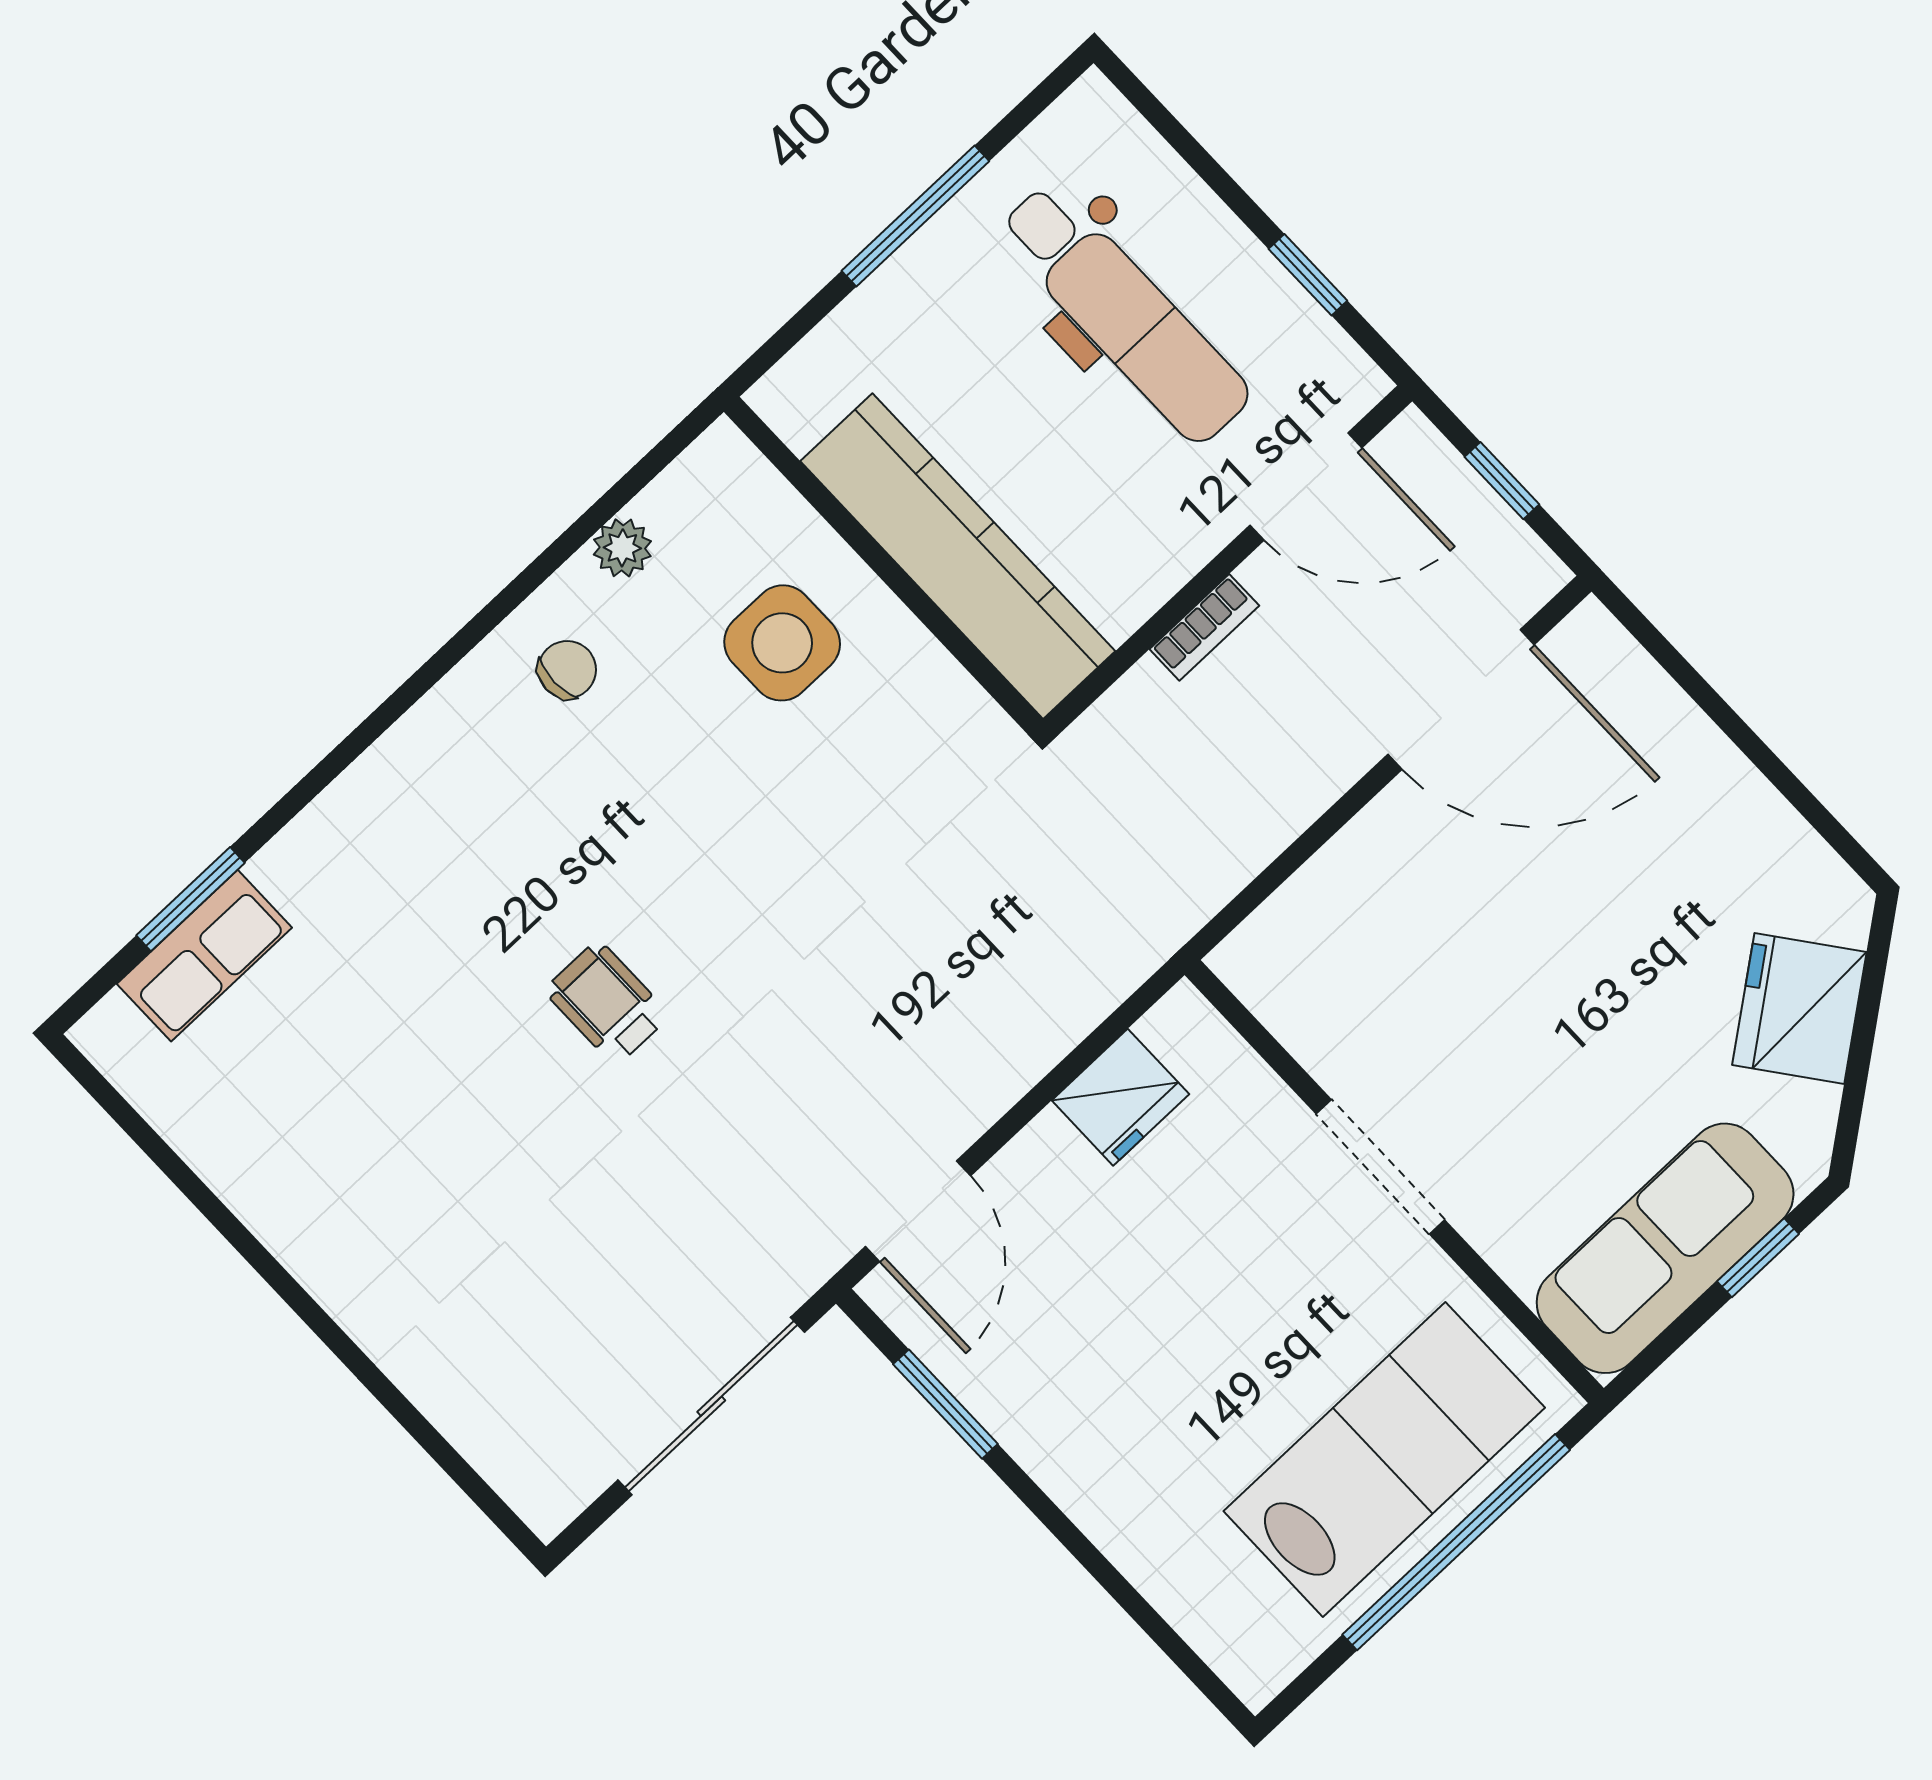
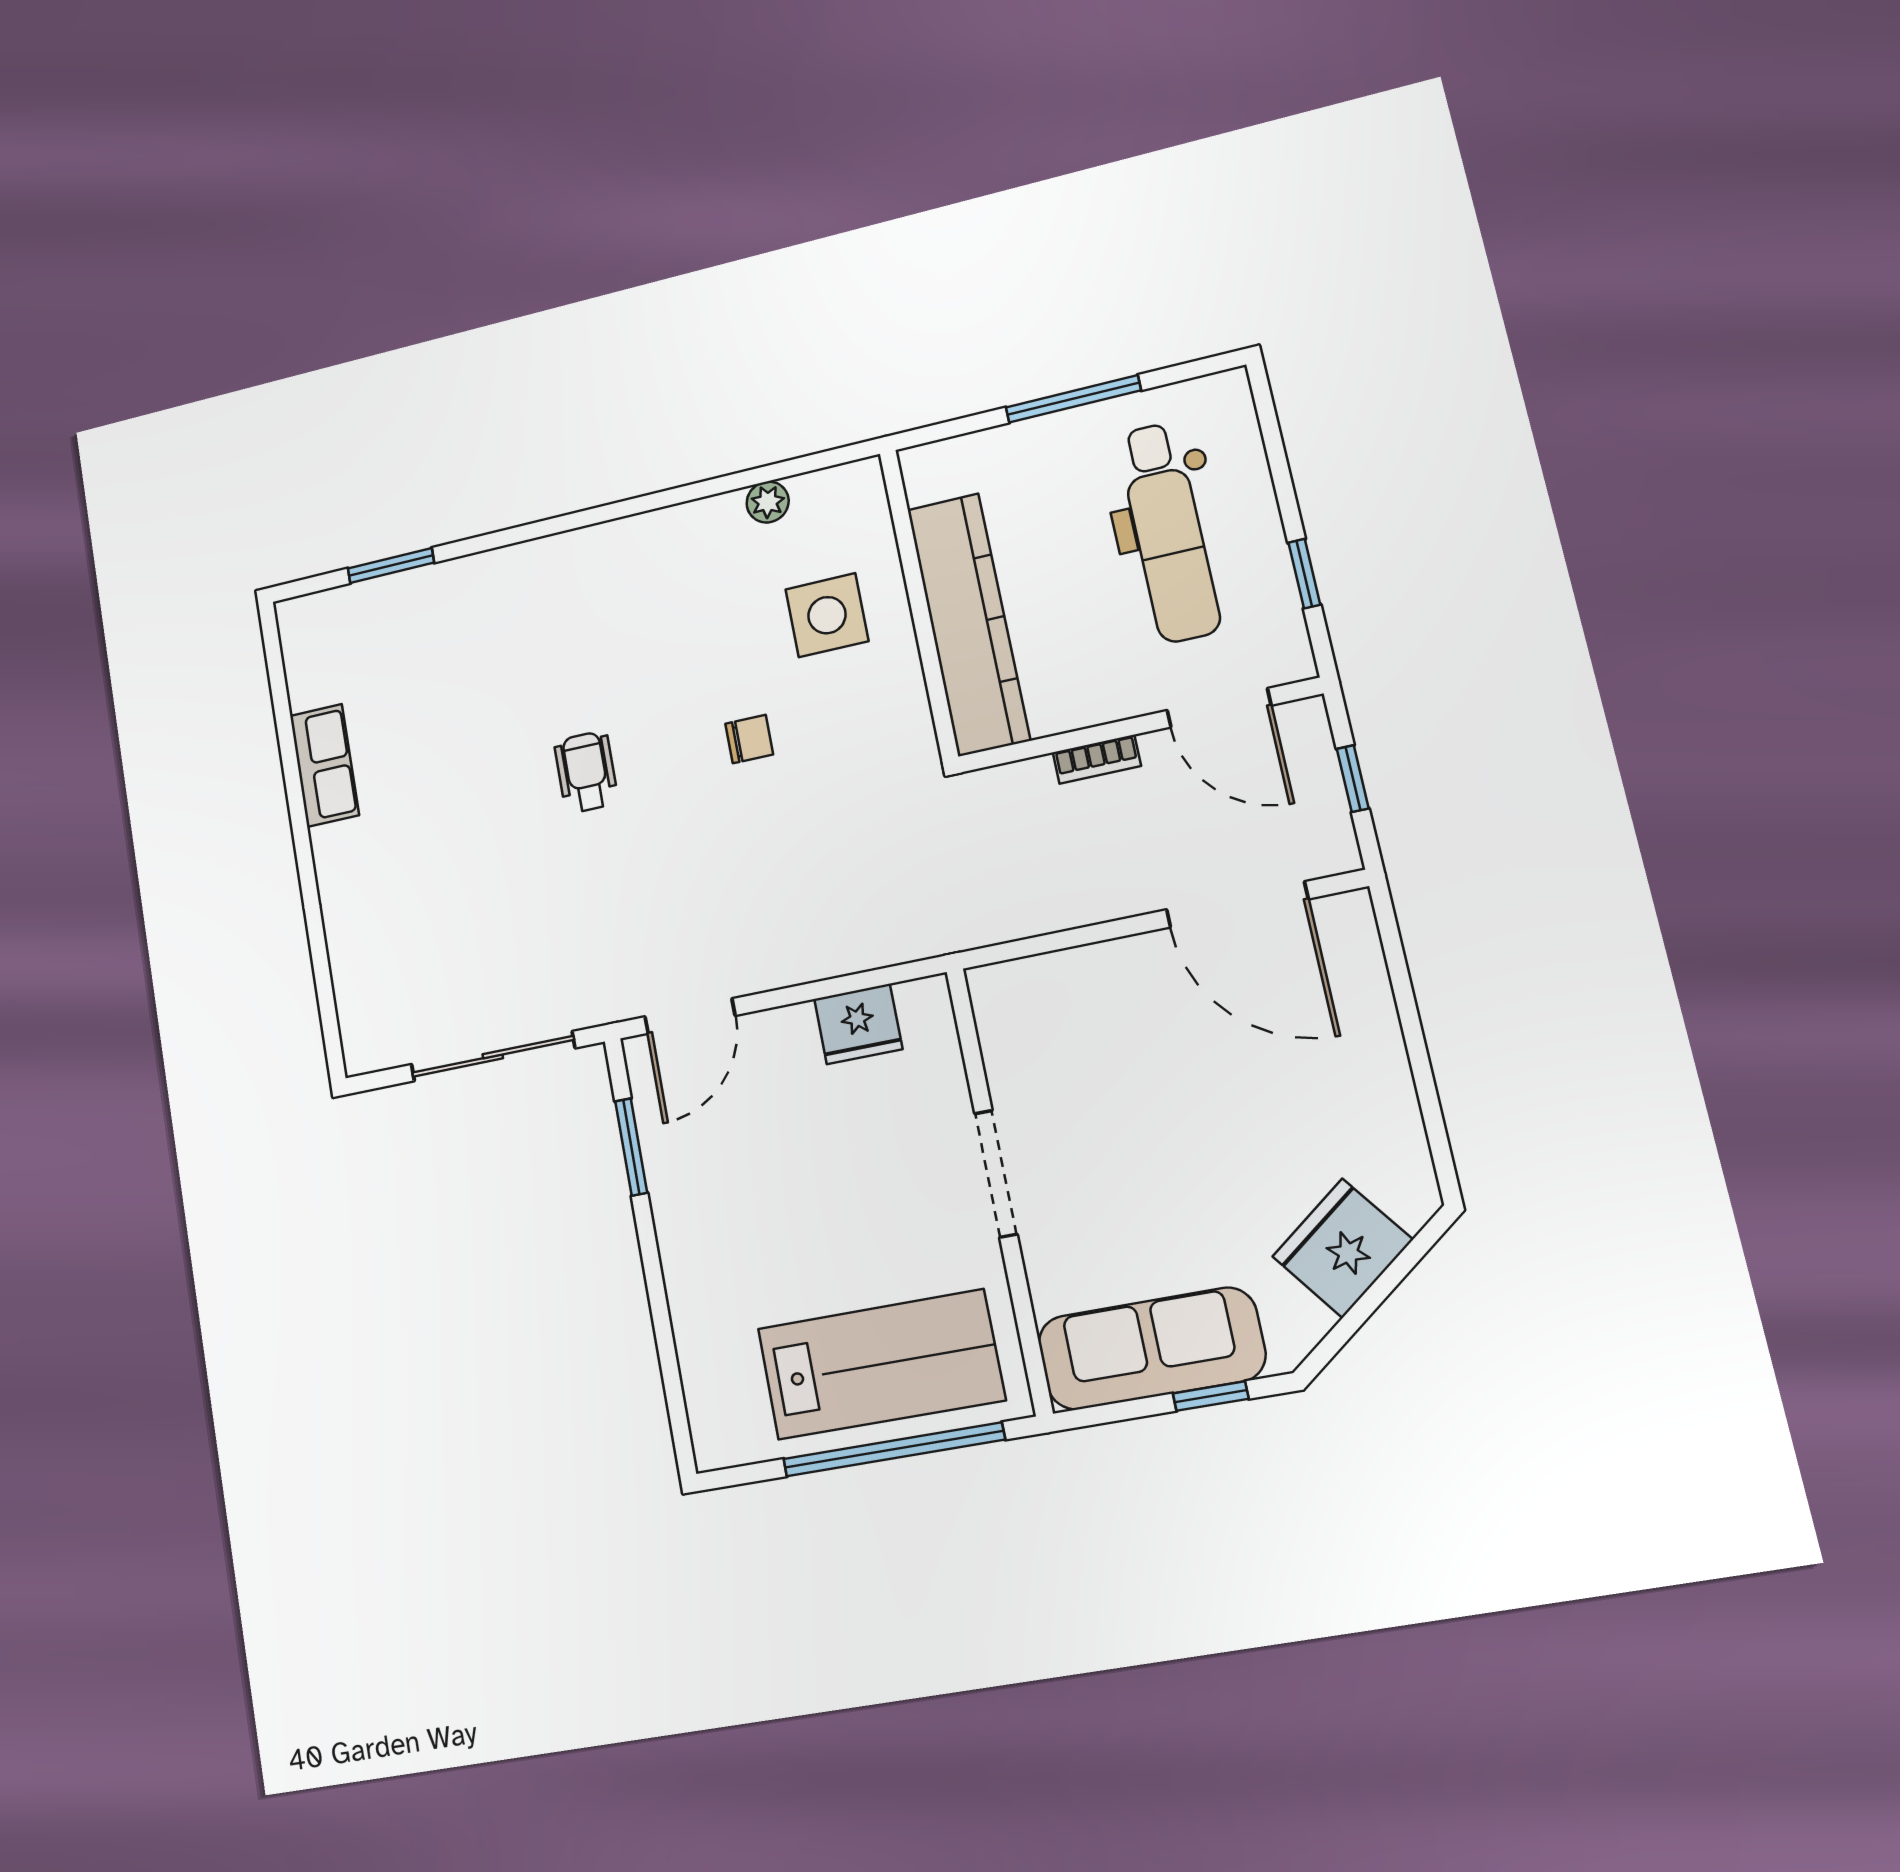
chair: (567, 670) -> (749, 739), moved
row of seats: (204, 956) -> (324, 765), moved, turned -90

